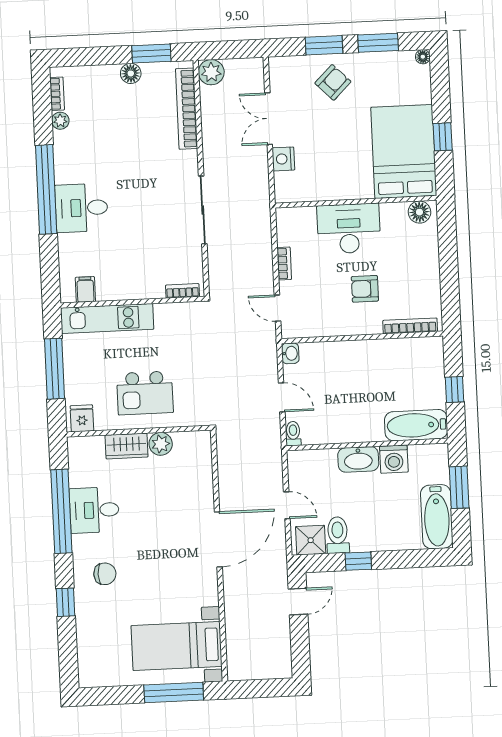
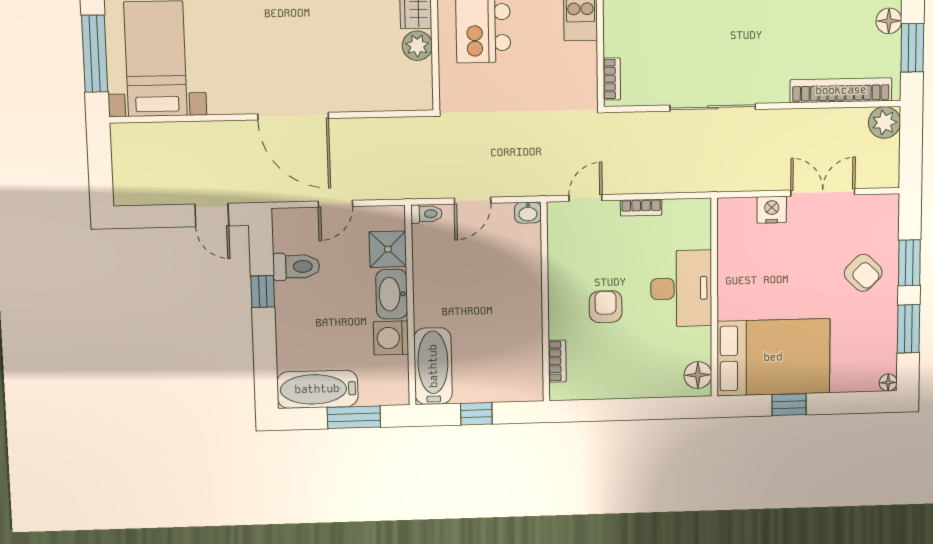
bookcase: (410, 326) -> (557, 361), width x0.64
shower: (311, 540) -> (388, 249), moved

